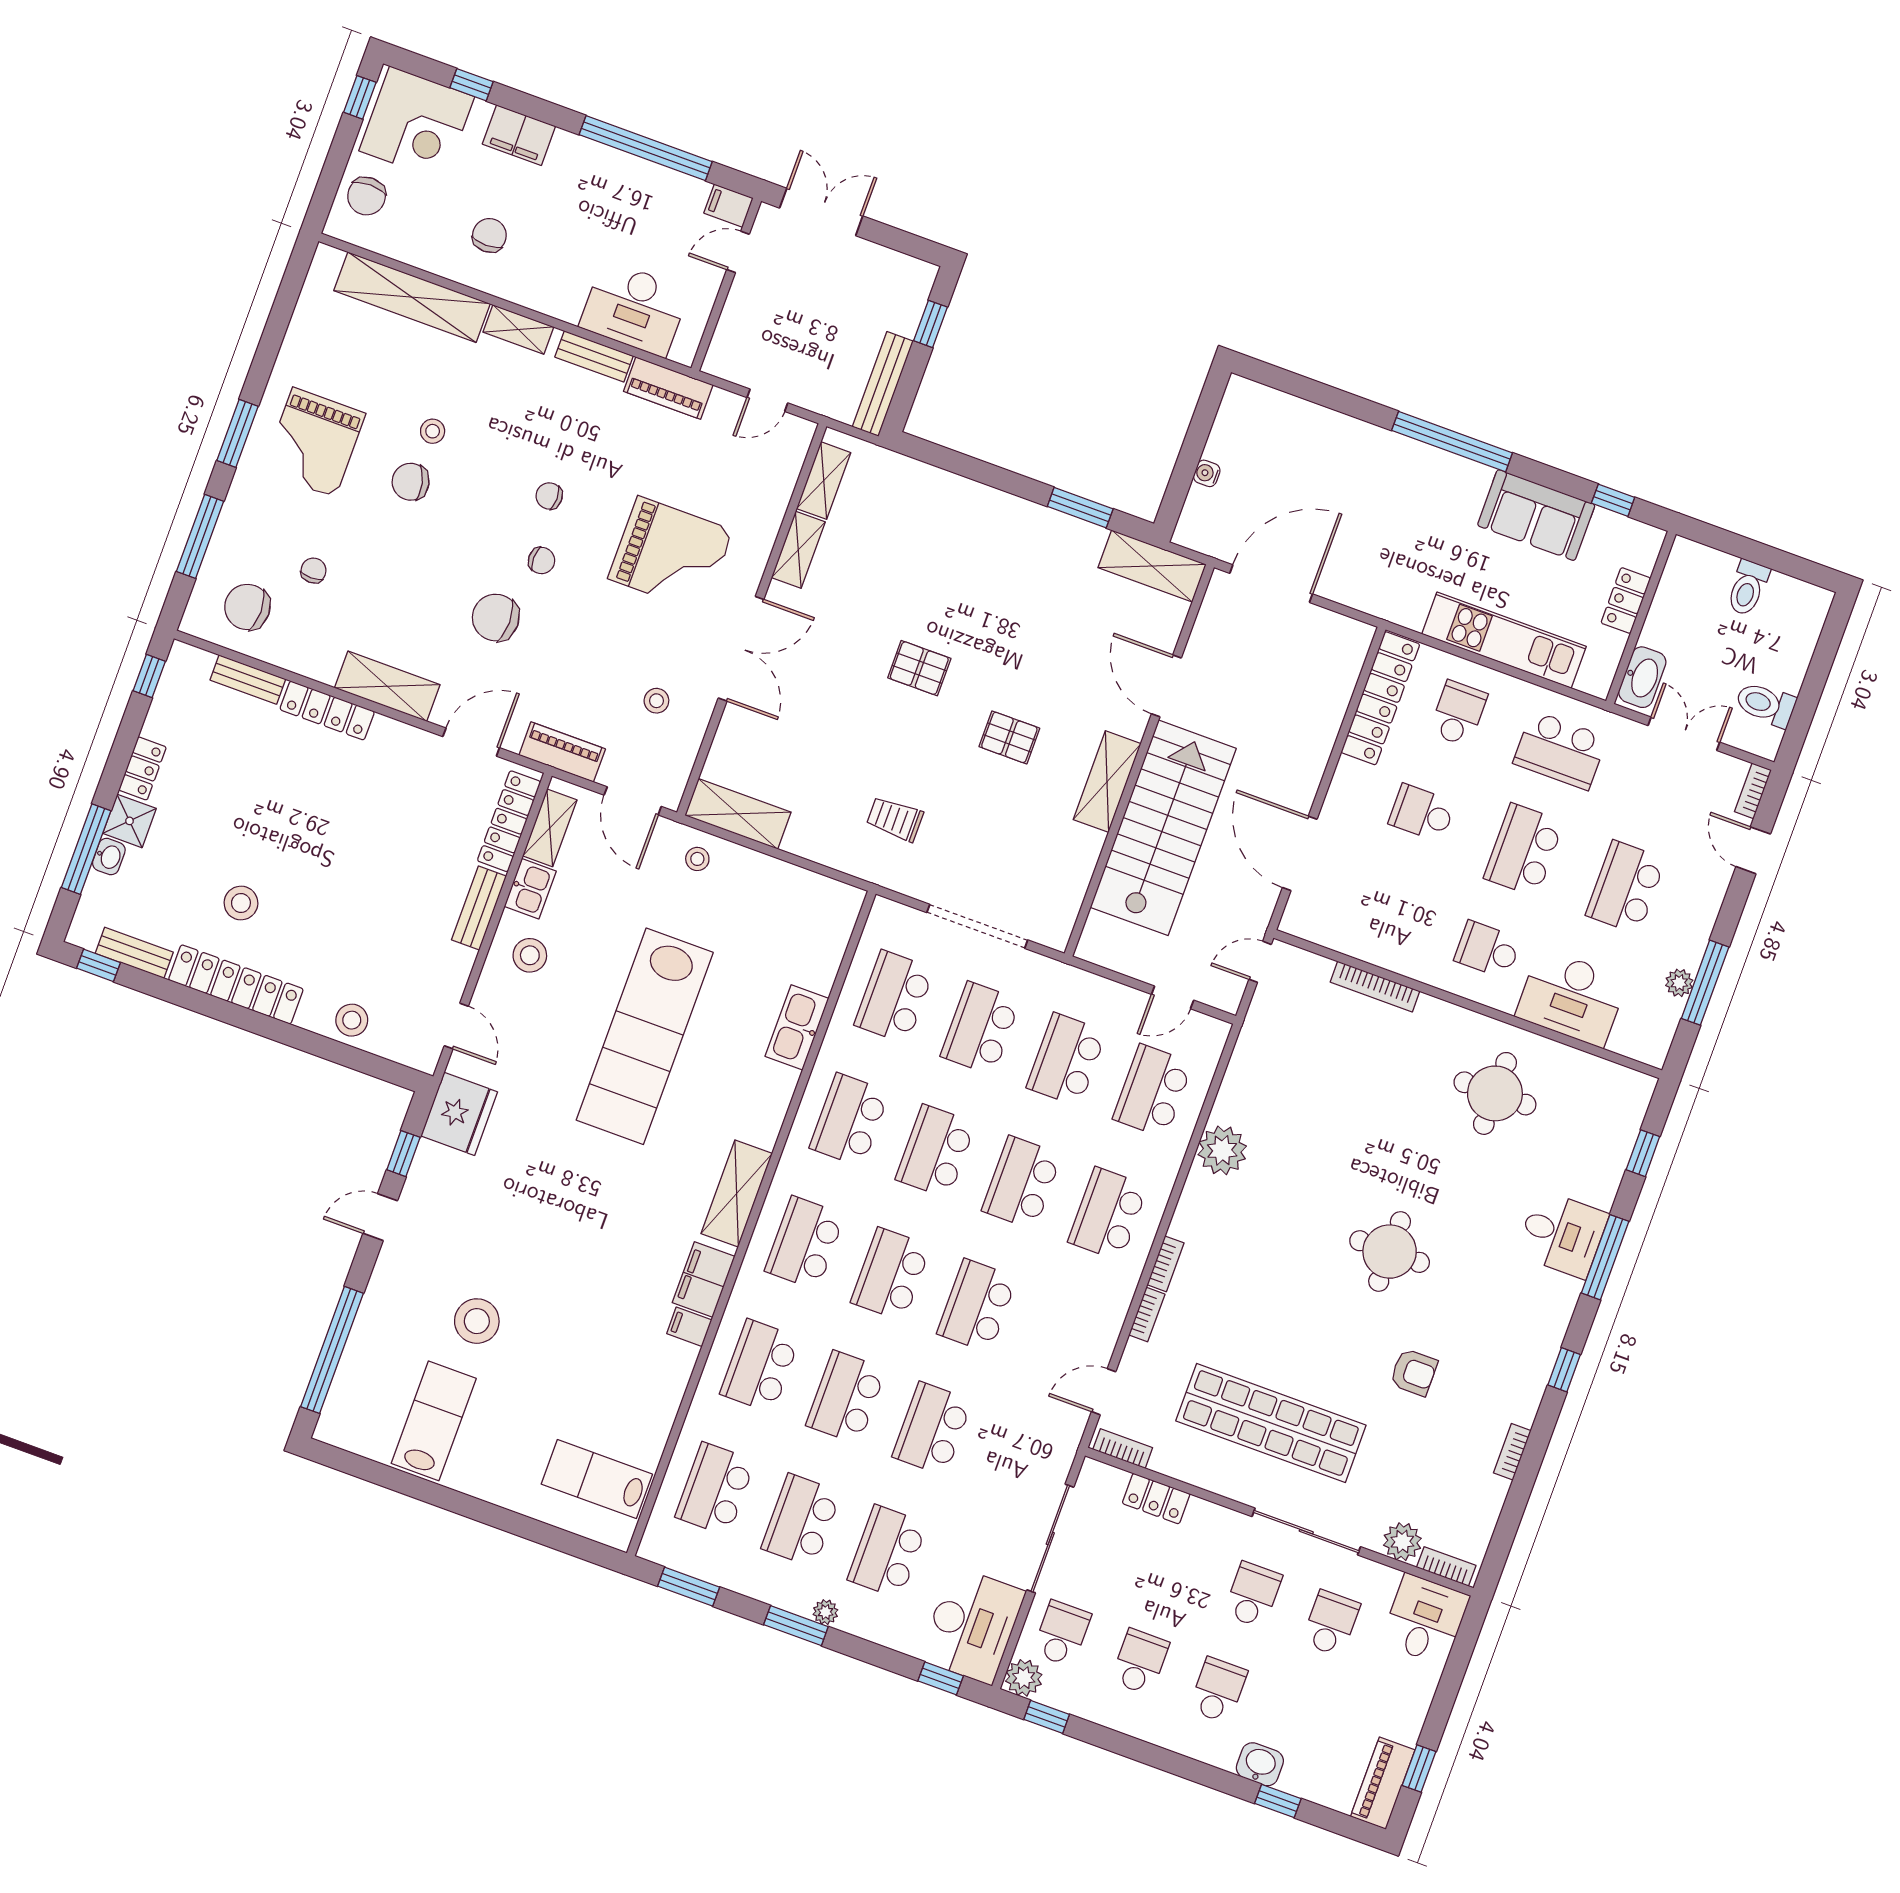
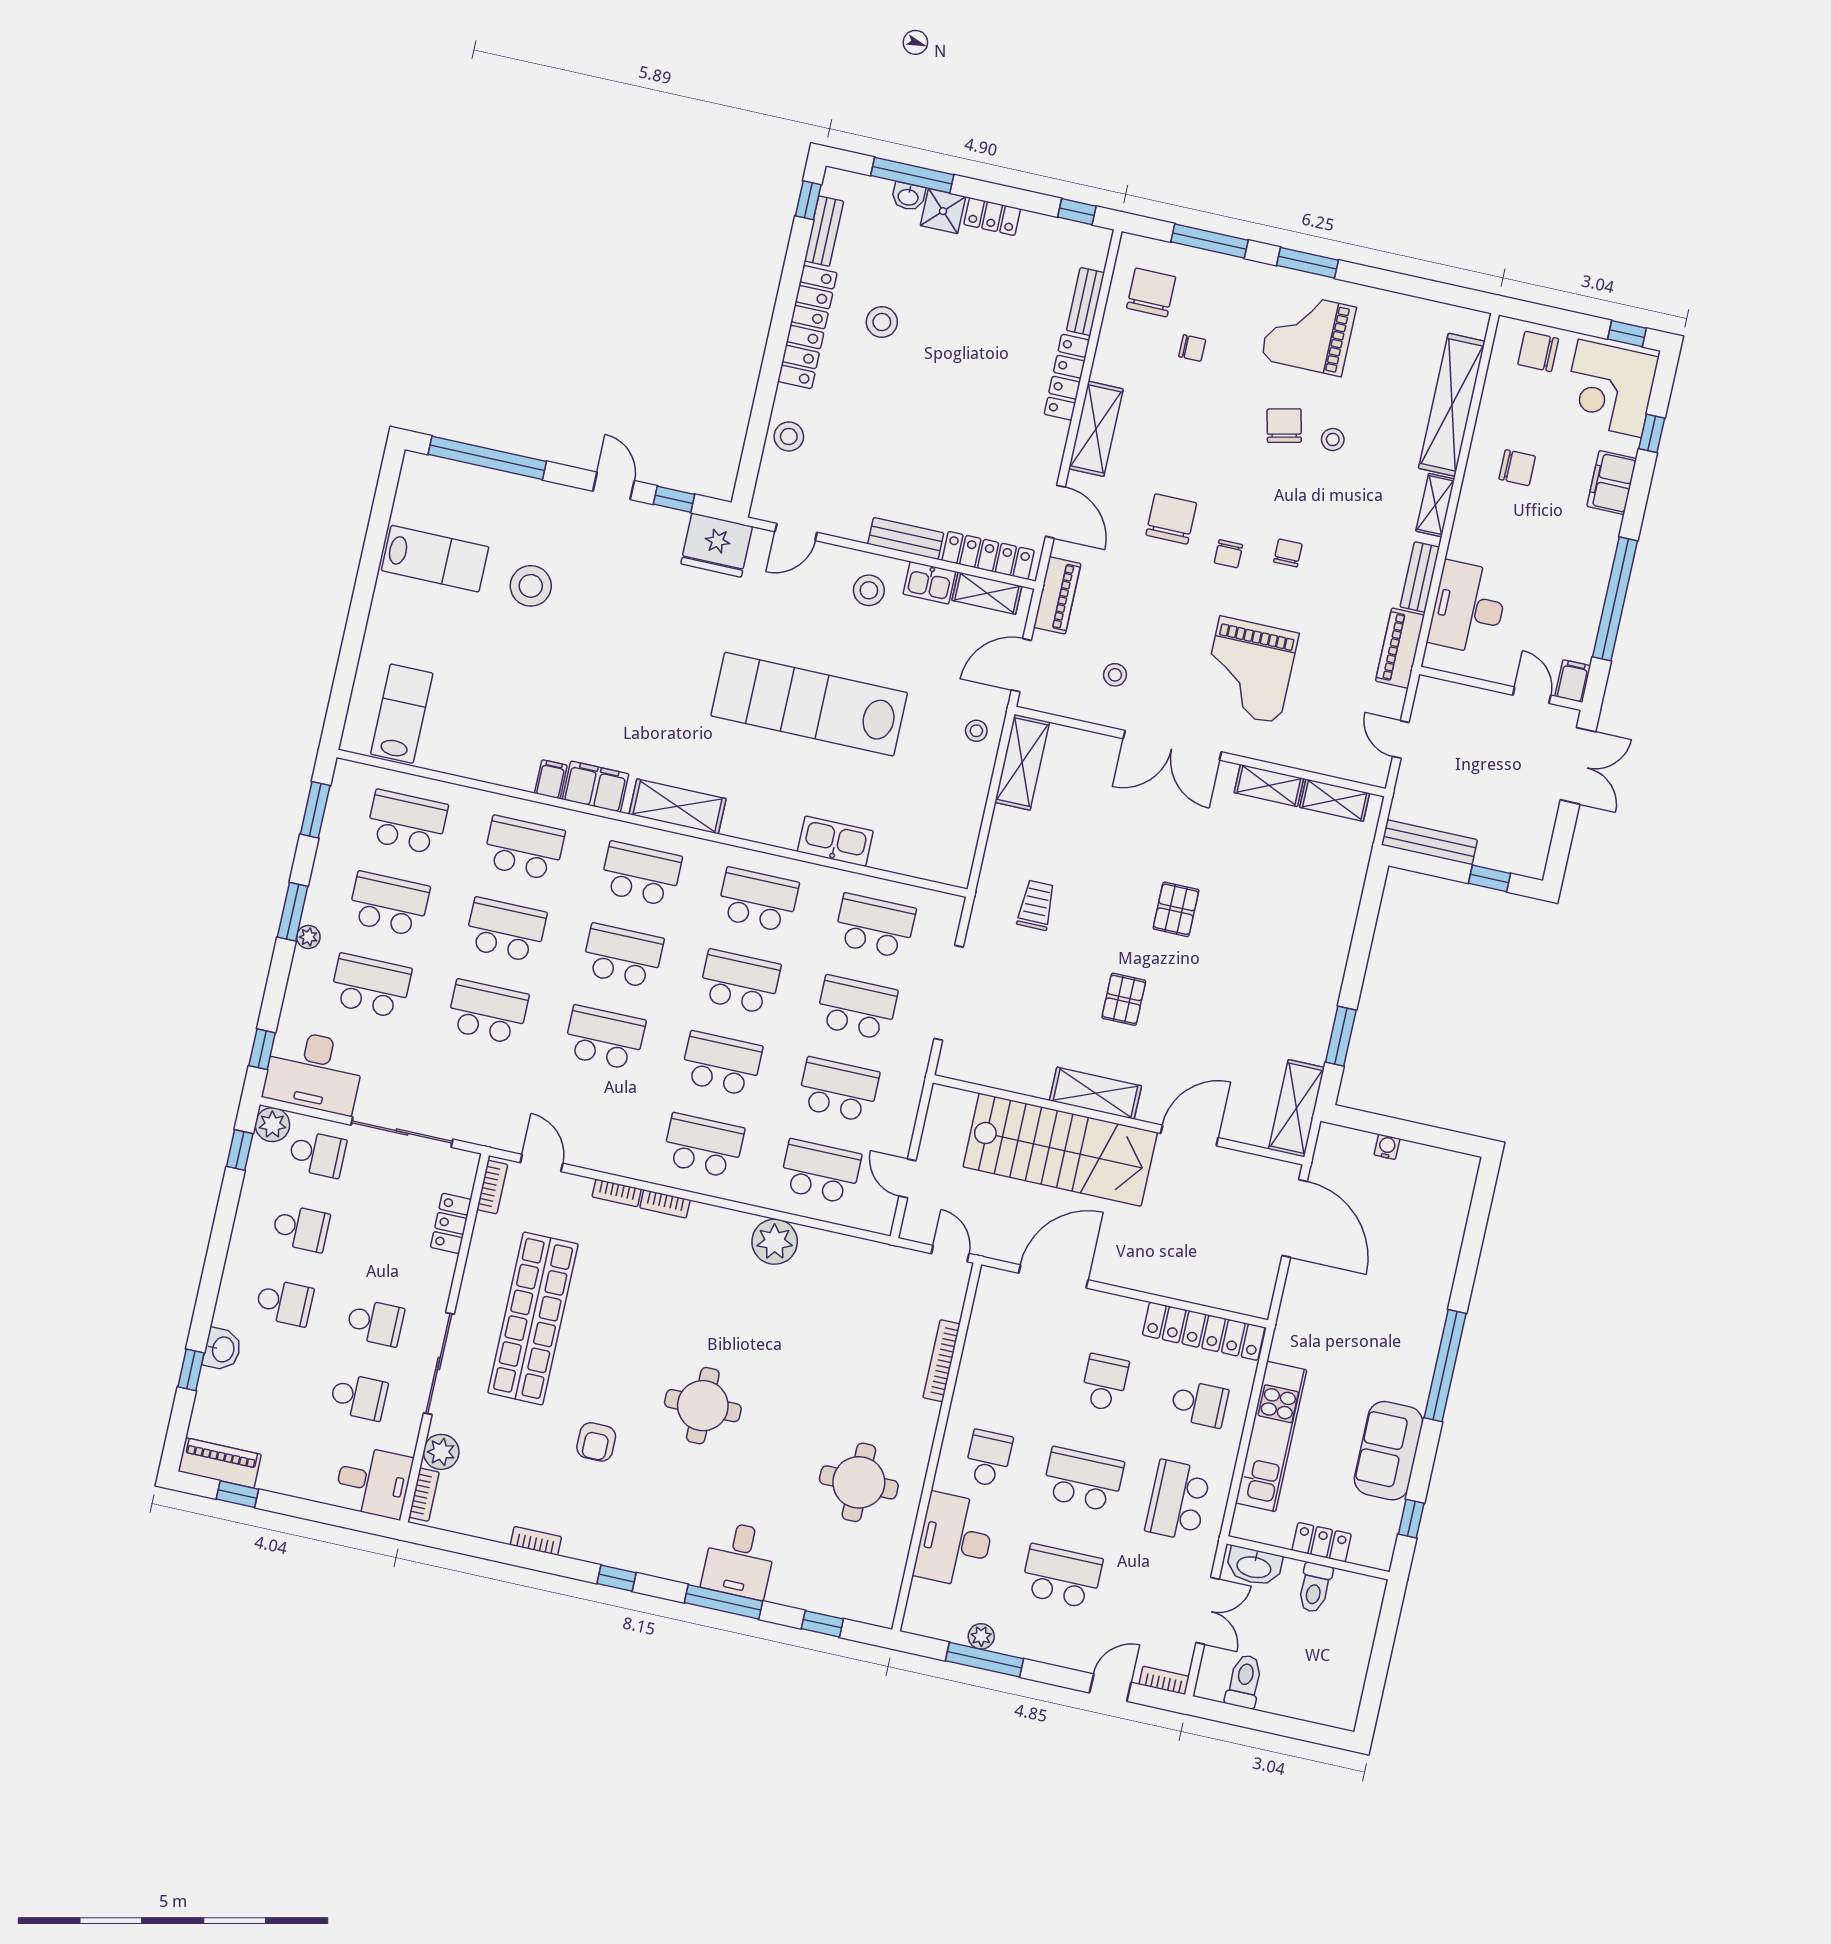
toilet: (1748, 588) -> (1315, 1588), moved, turned -90

